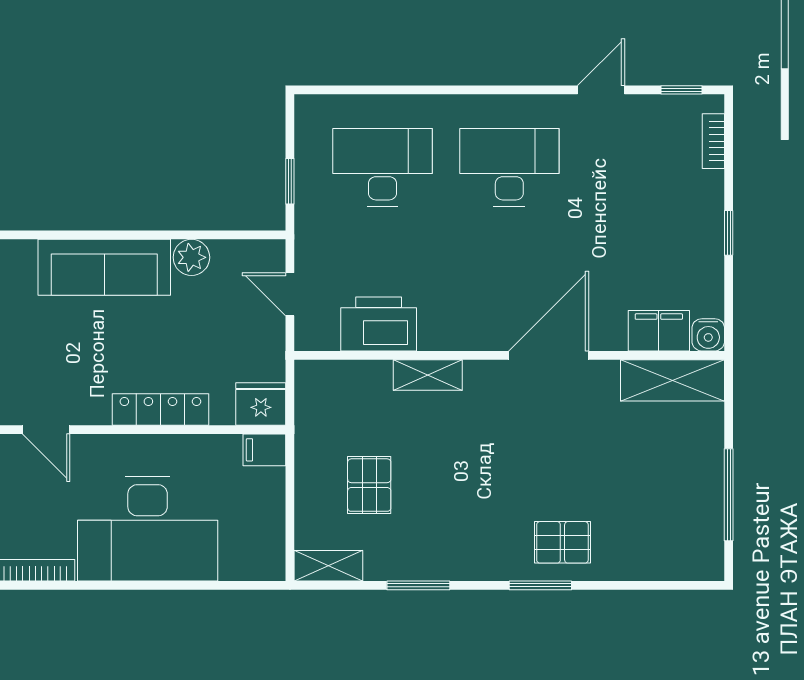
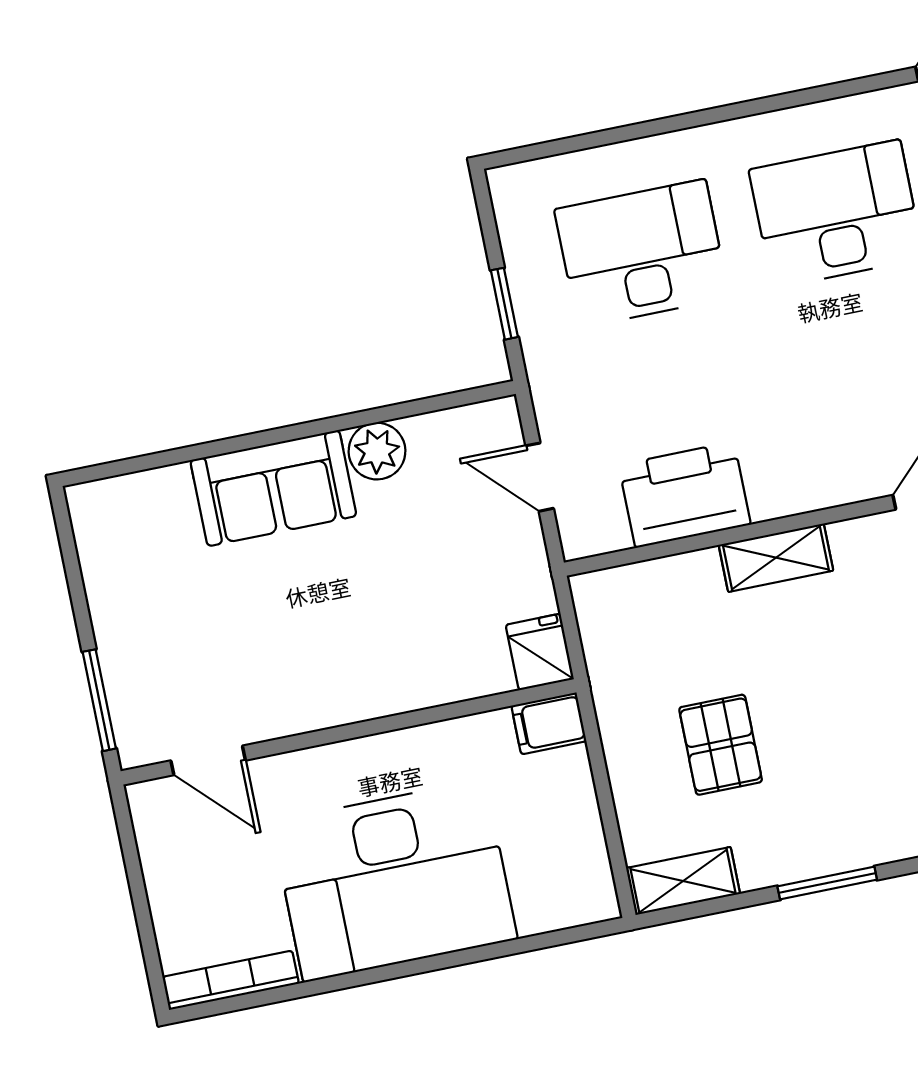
sofa: (104, 267) -> (273, 488), width x0.73
fridge: (261, 404) -> (540, 652), width x0.72
locker: (160, 409) -> (377, 694), removed

